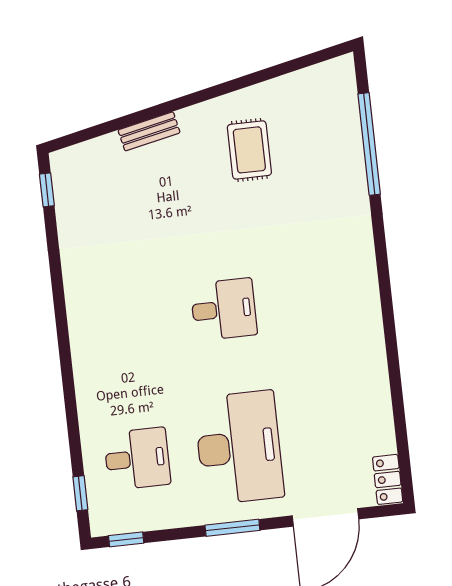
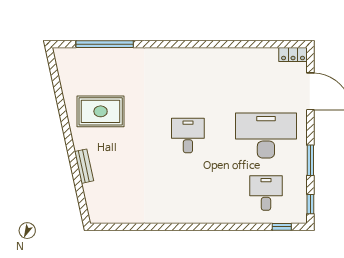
rug: (249, 150) -> (101, 111), width x1.36, depth x1.43
window: (47, 190) -> (110, 227), removed
window: (232, 528) -> (310, 160), moved

